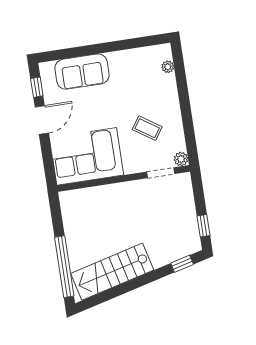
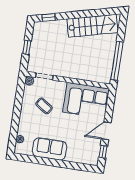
sofa: (82, 72) -> (50, 149), moved
window: (204, 226) -> (27, 47), moved
window: (64, 267) -> (117, 61), moved

